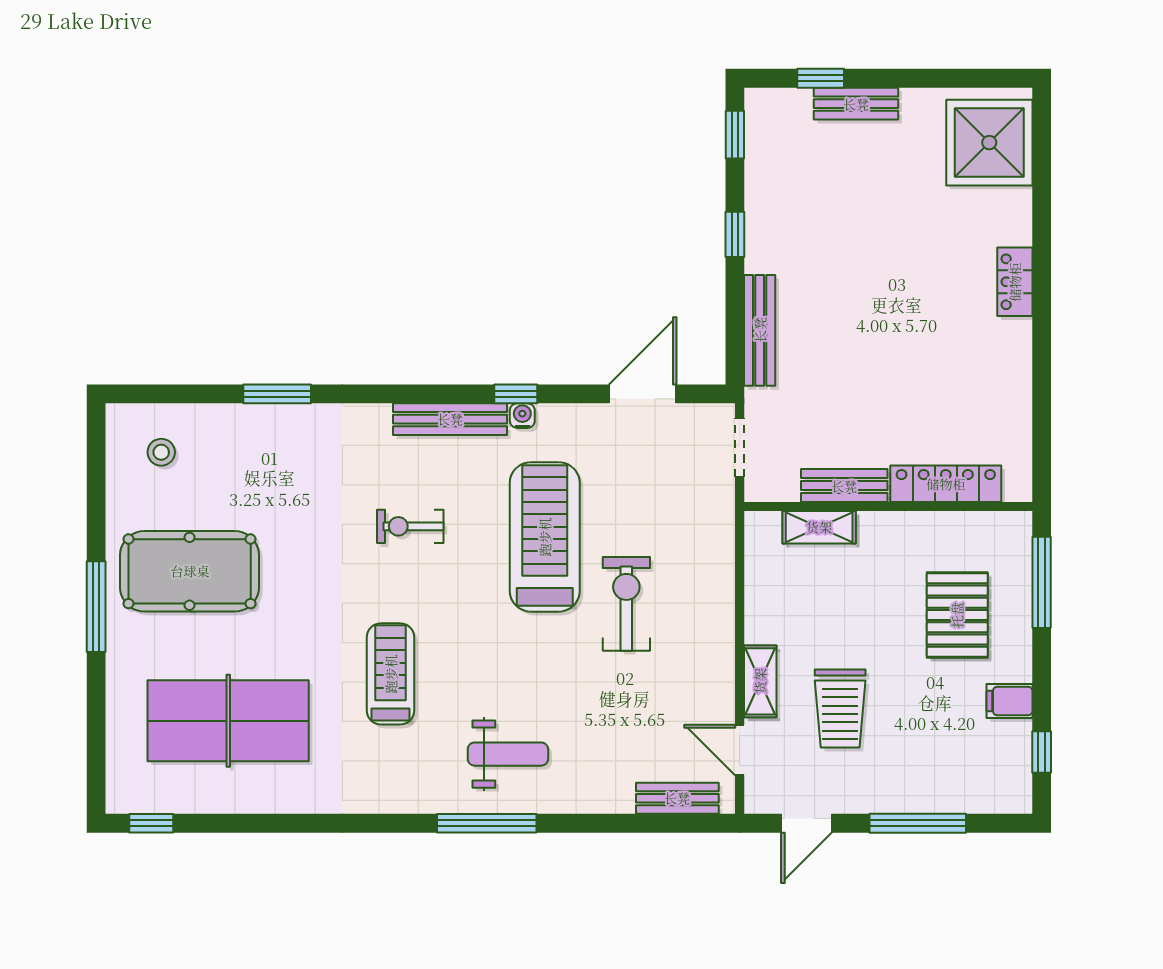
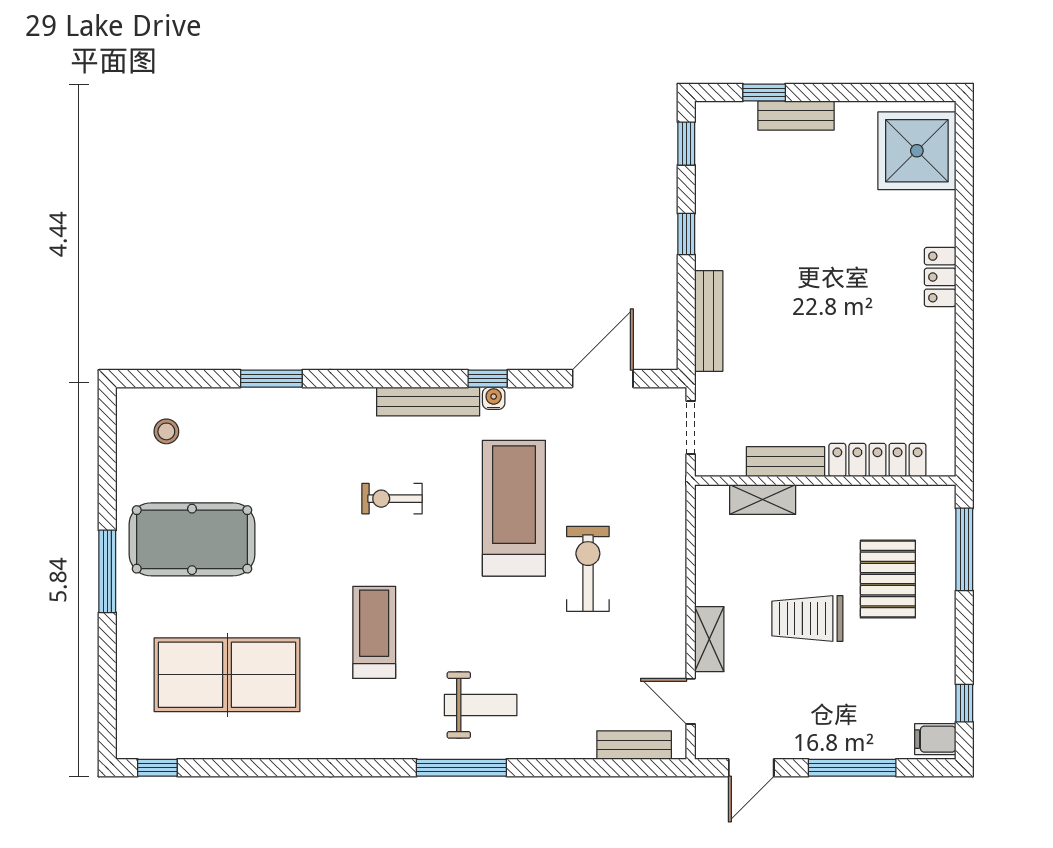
filing cabinet: (1009, 701) -> (935, 739), moved
trolley: (840, 708) -> (807, 618), moved, turned 90

